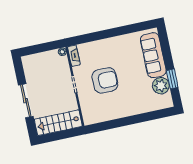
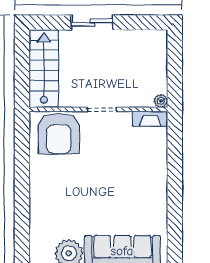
armchair: (105, 80) -> (59, 133), moved
sliding door: (26, 101) -> (92, 22), width x0.73

